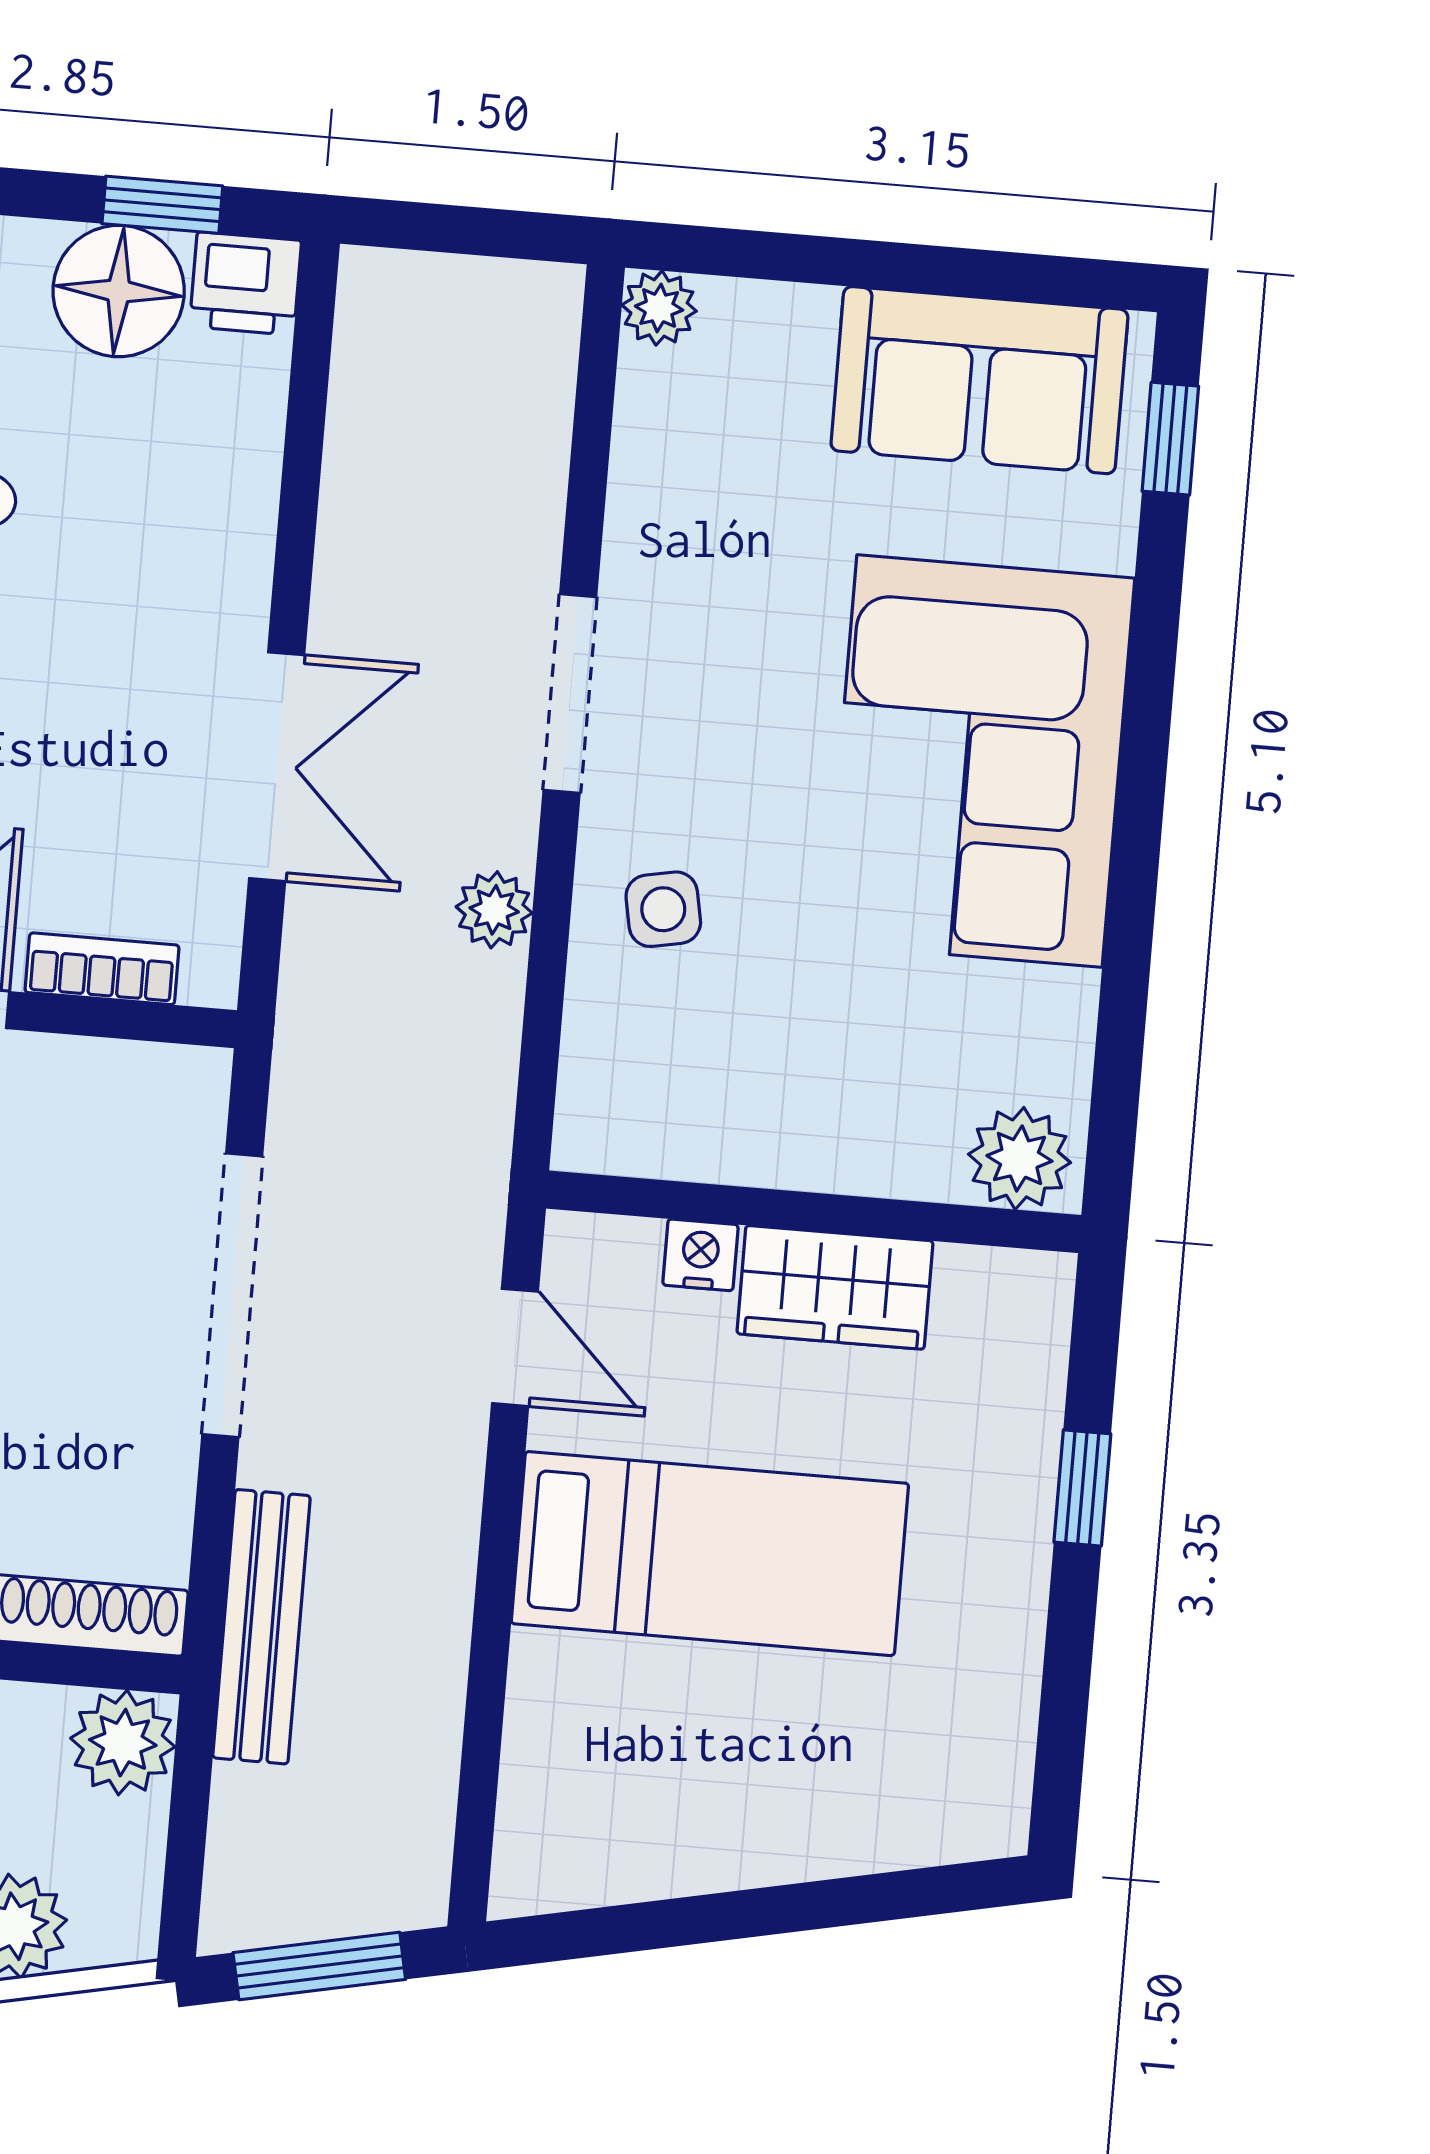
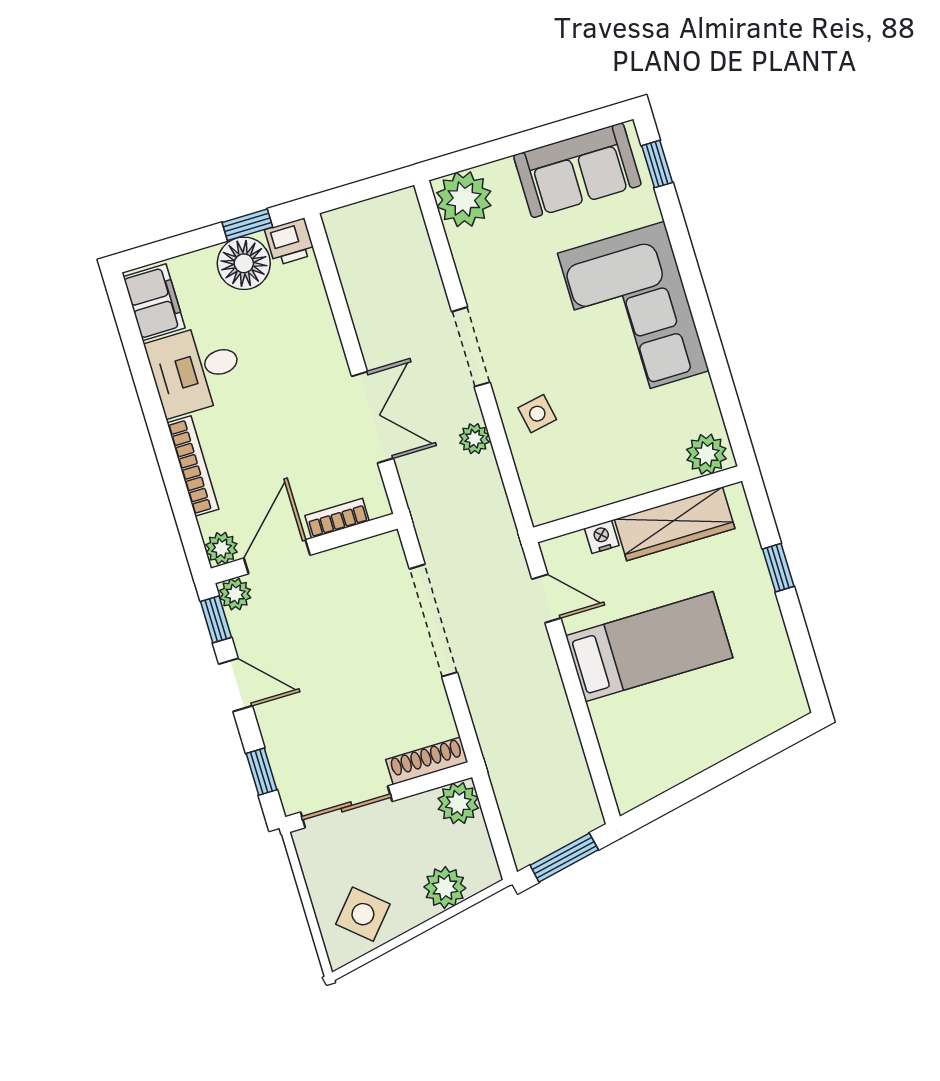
plant: (659, 308) -> (464, 199), width x1.88, depth x1.88
wardrobe: (835, 1287) -> (675, 524), width x1.50
bench: (261, 1627) -> (493, 740), removed

